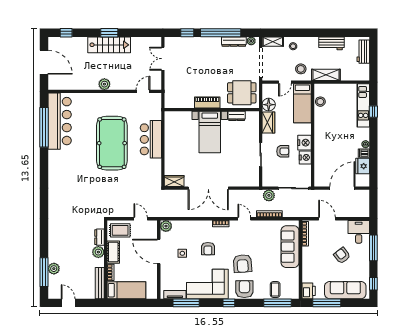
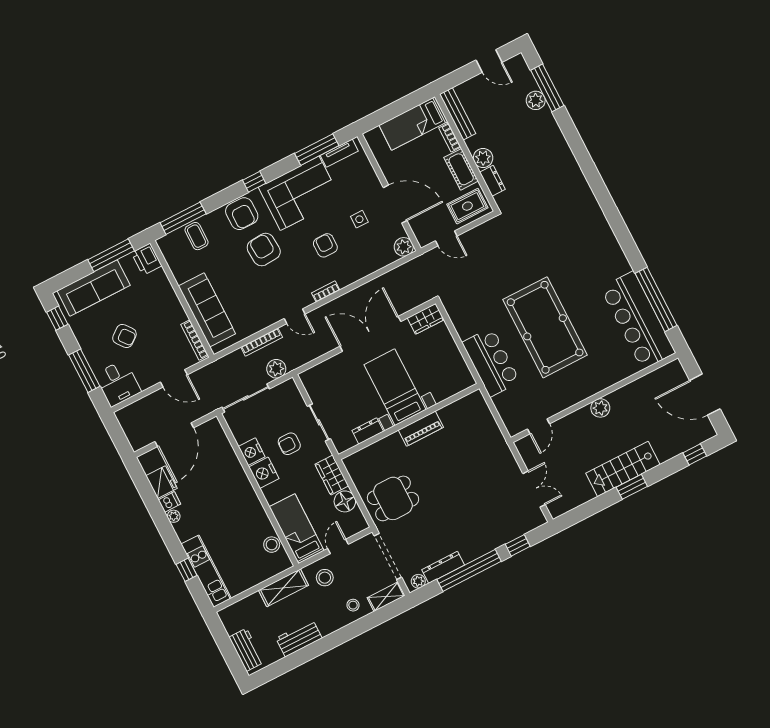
piano: (207, 102) -> (421, 429), moved
wall: (212, 110) -> (409, 421), moved
dresser: (237, 116) -> (368, 431), moved
bed with nightstands: (210, 132) -> (395, 387), moved

